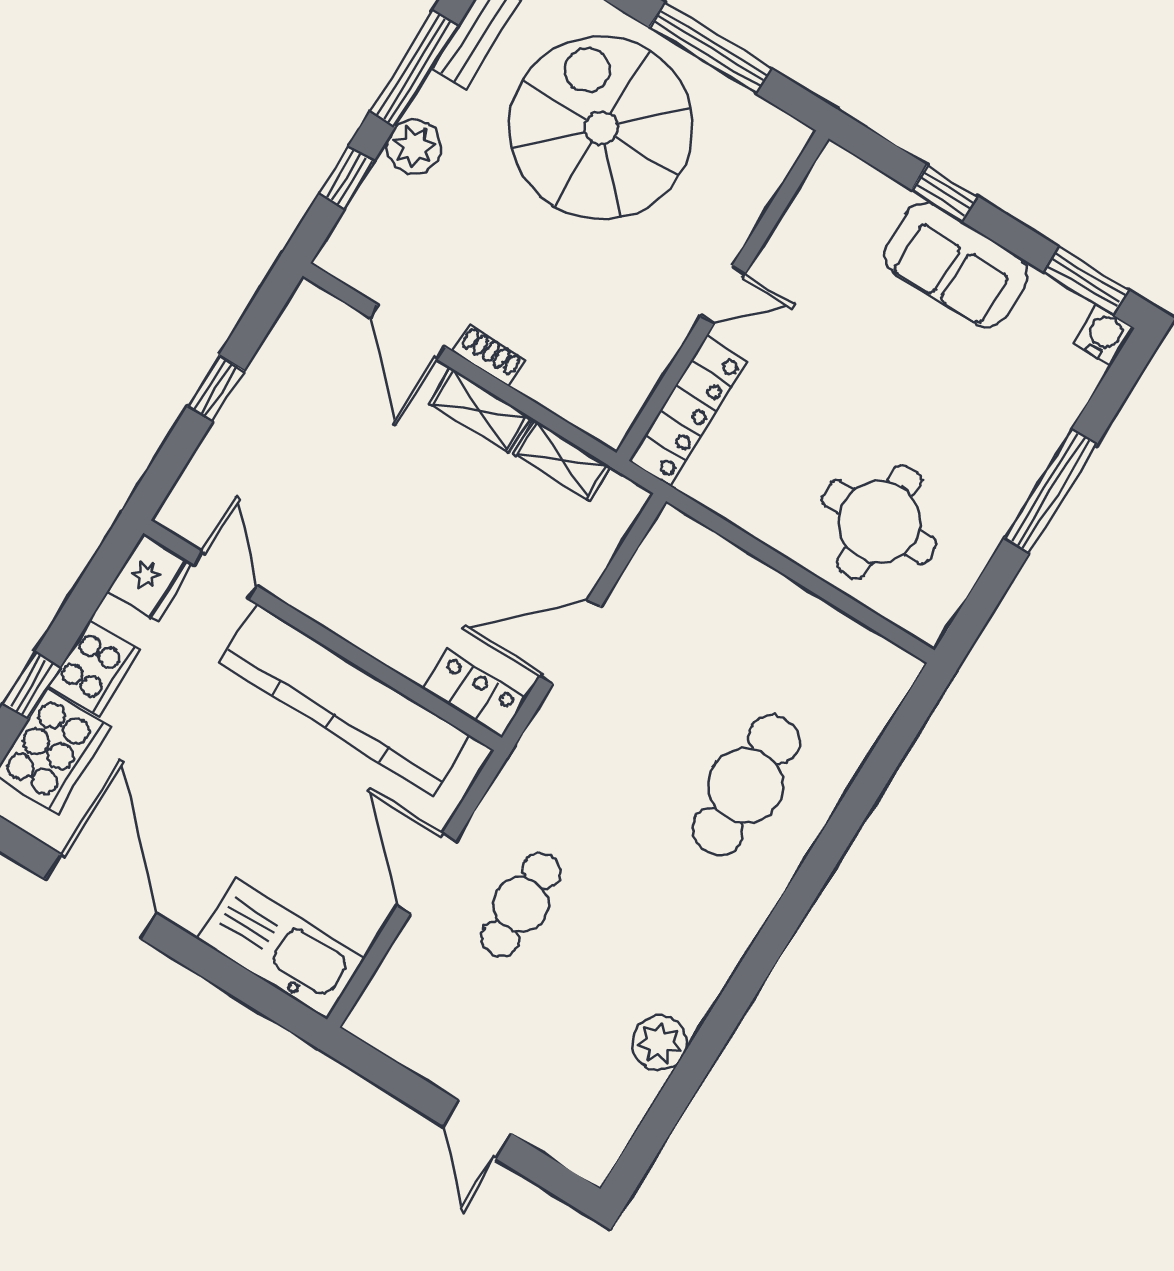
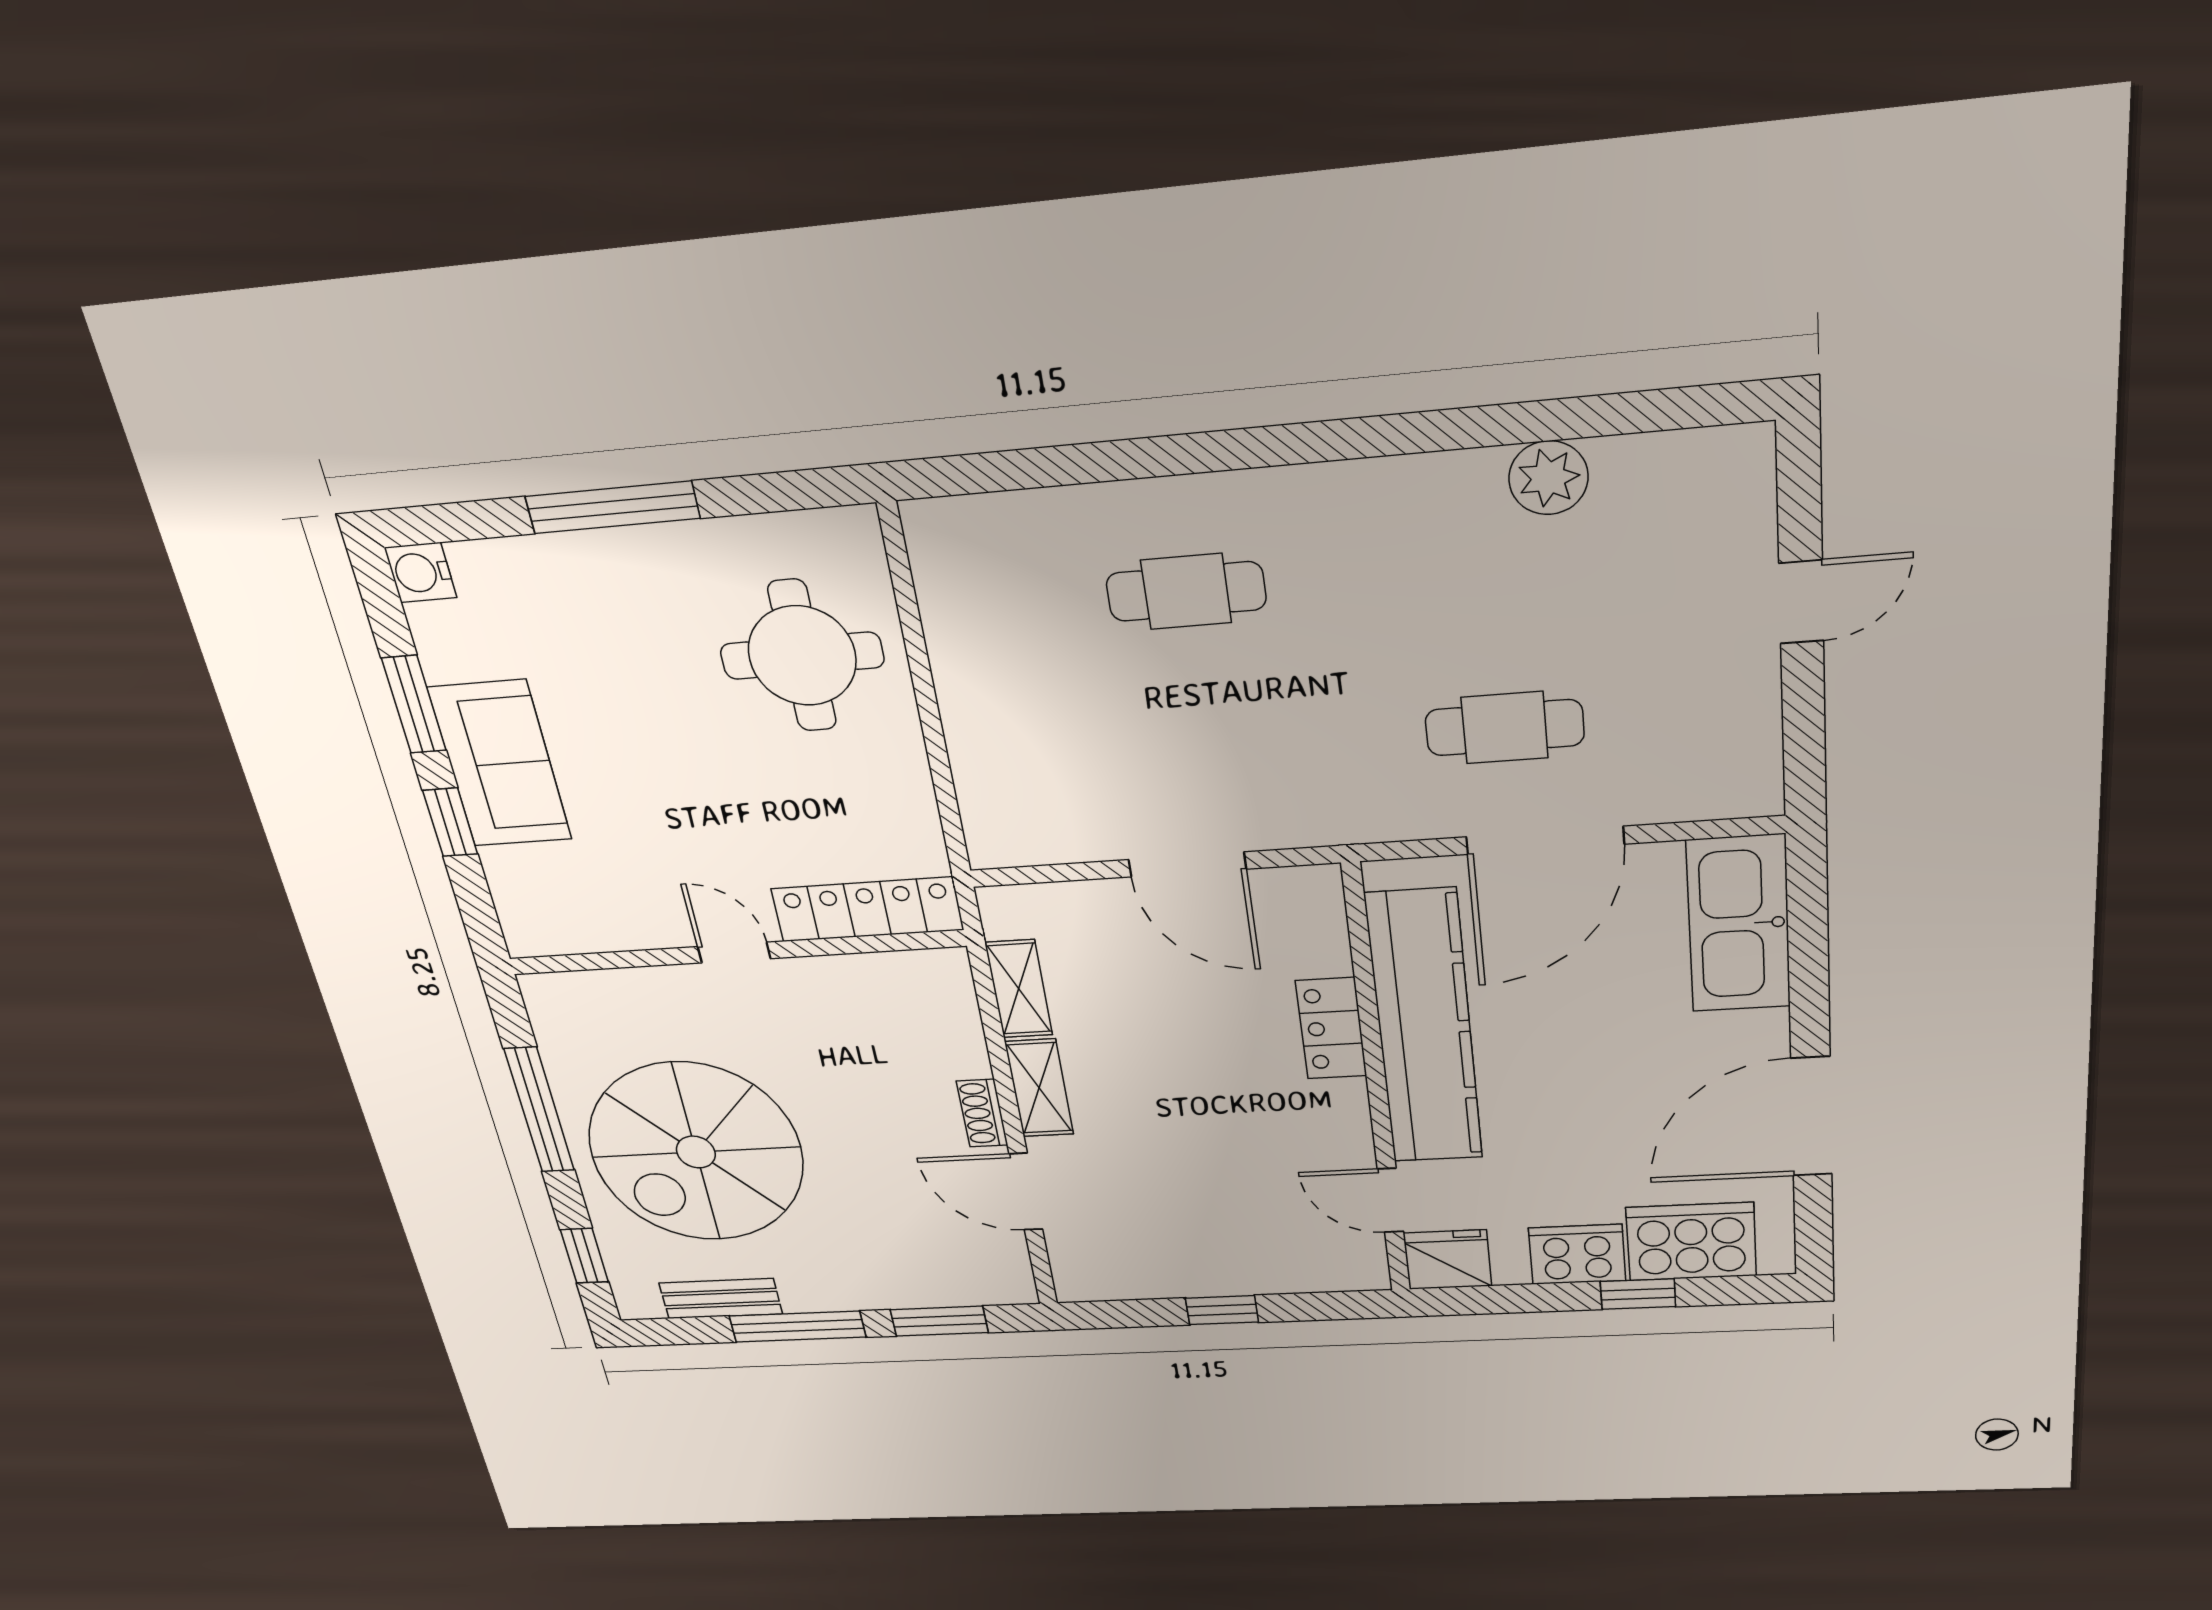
plant: (414, 147) -> (861, 1286), removed
window: (347, 177) -> (939, 1321), width x1.50
window: (1086, 281) -> (414, 704), moved
door: (407, 332) -> (1026, 1192), swing flipped
door: (226, 576) -> (1390, 1200), hinge flipped
locker: (474, 693) -> (1331, 1028), moved
cafe table: (746, 785) -> (1186, 591), width x0.73, depth x0.74
door: (427, 873) -> (1545, 840), width x1.36

